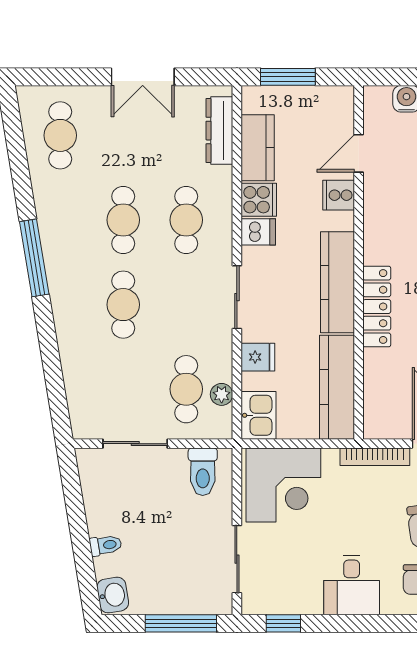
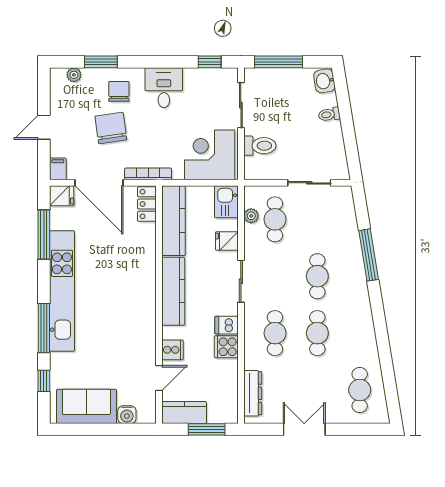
kitchen counter: (258, 148) -> (184, 413), moved, turned 90
window: (34, 258) -> (369, 255), moved
locker: (377, 307) -> (147, 204), moved, width x0.66
toilet: (203, 472) -> (260, 146), moved, turned 90

